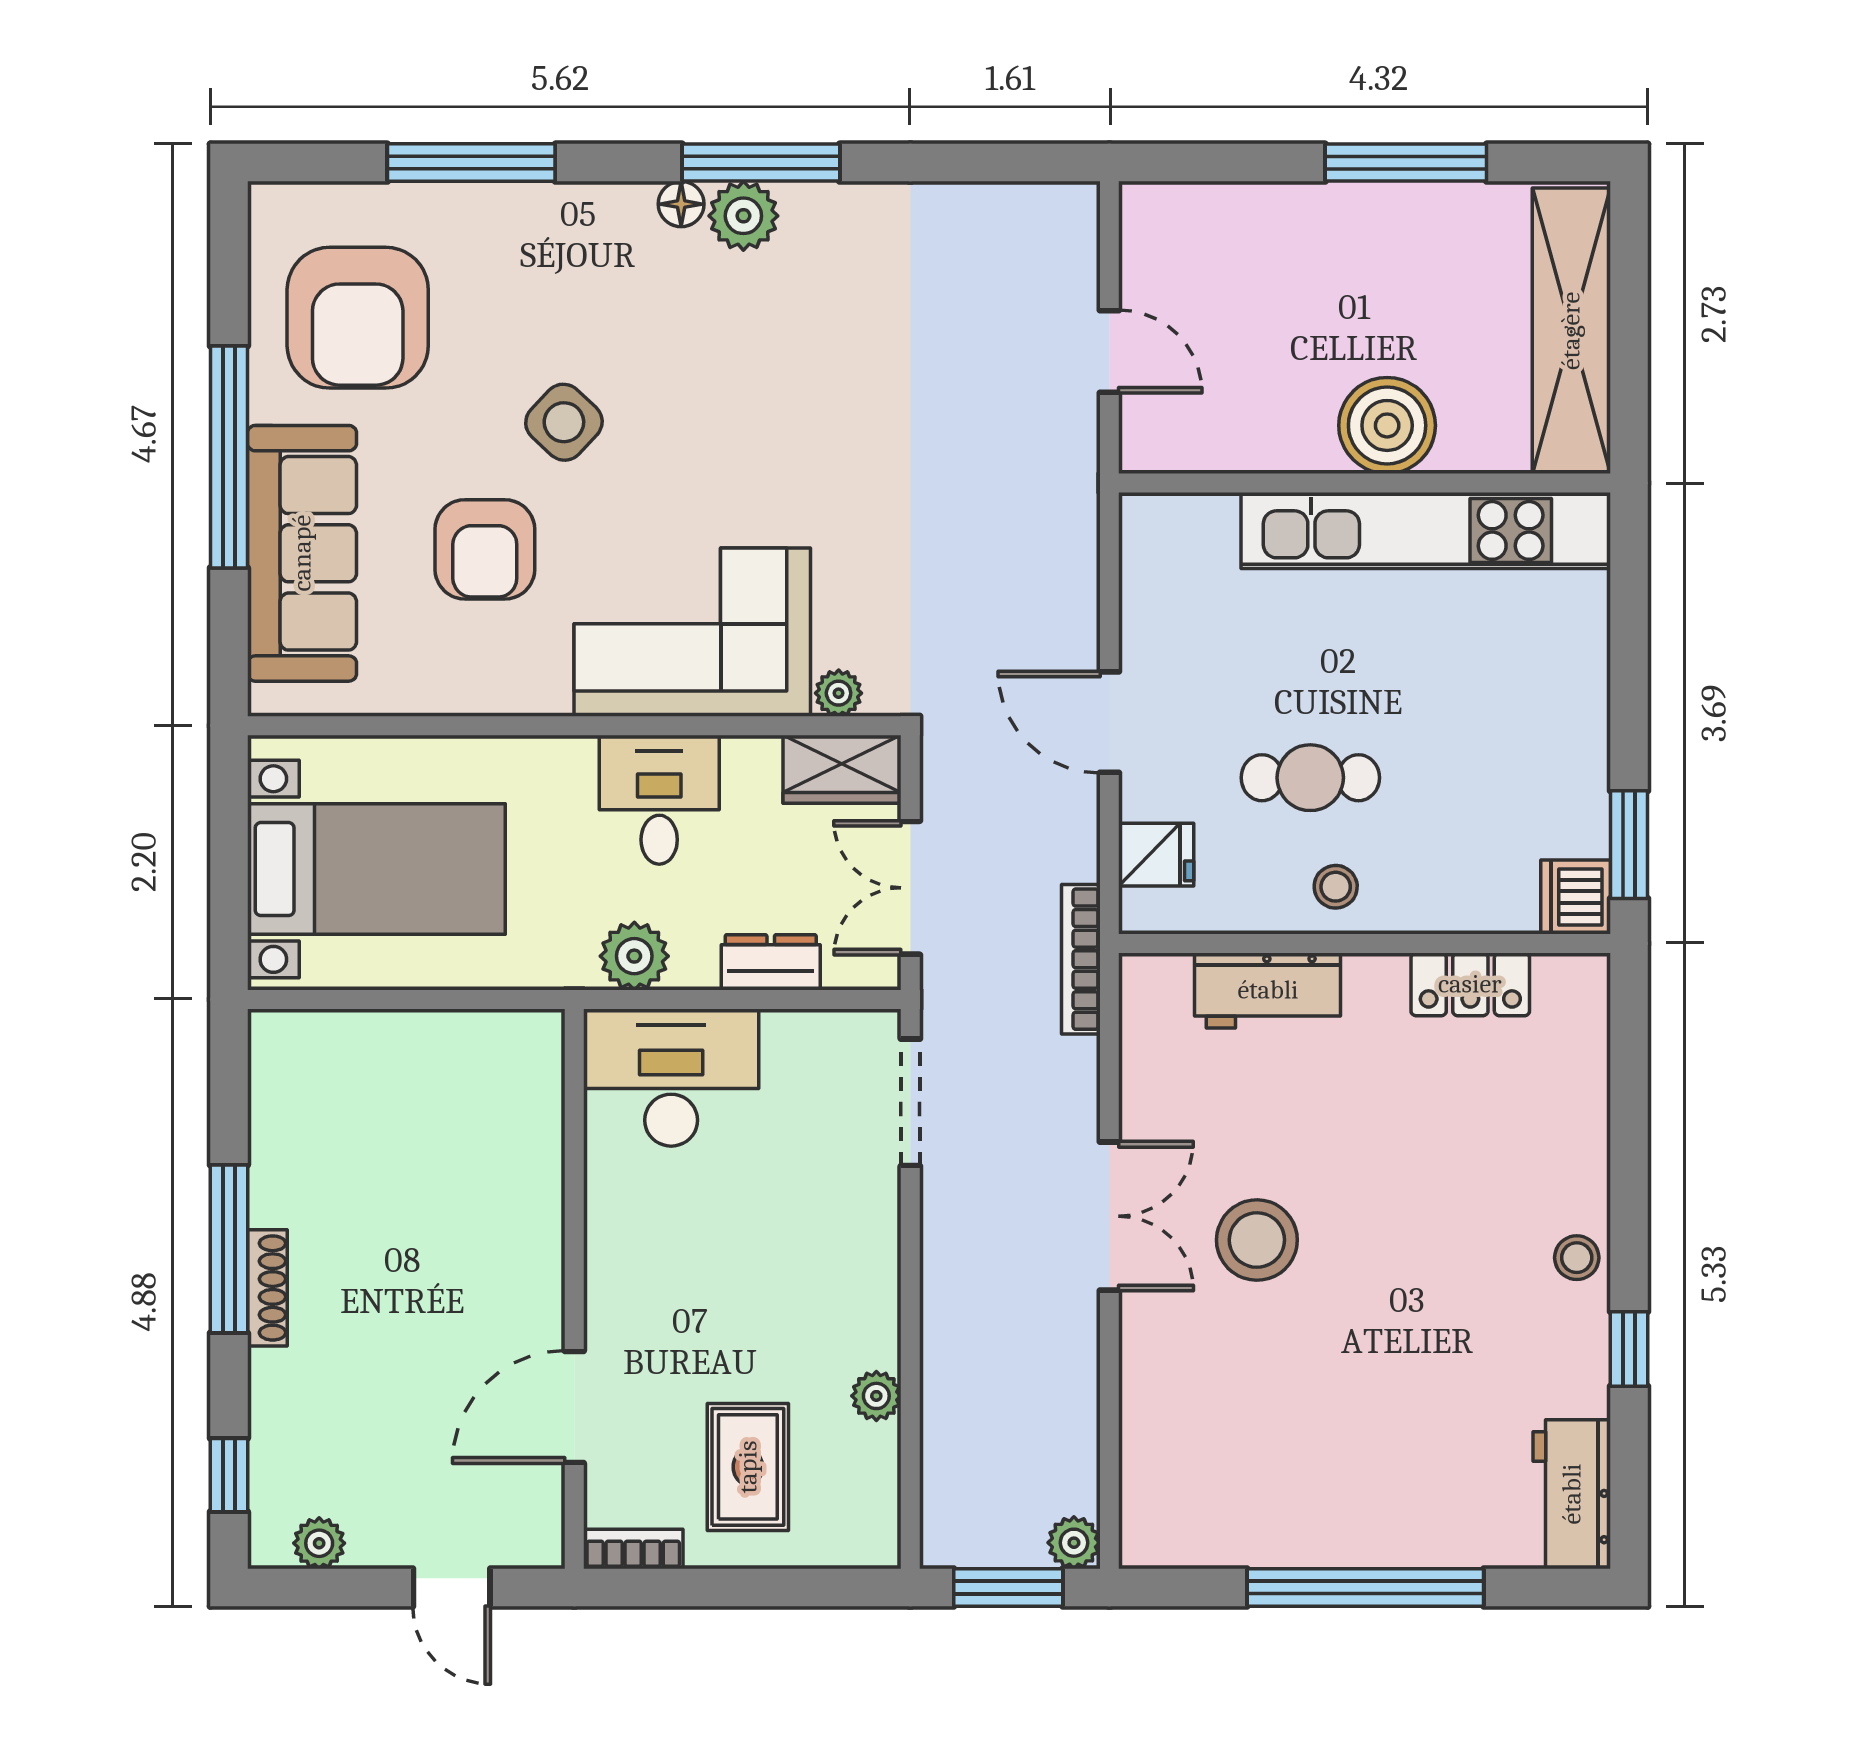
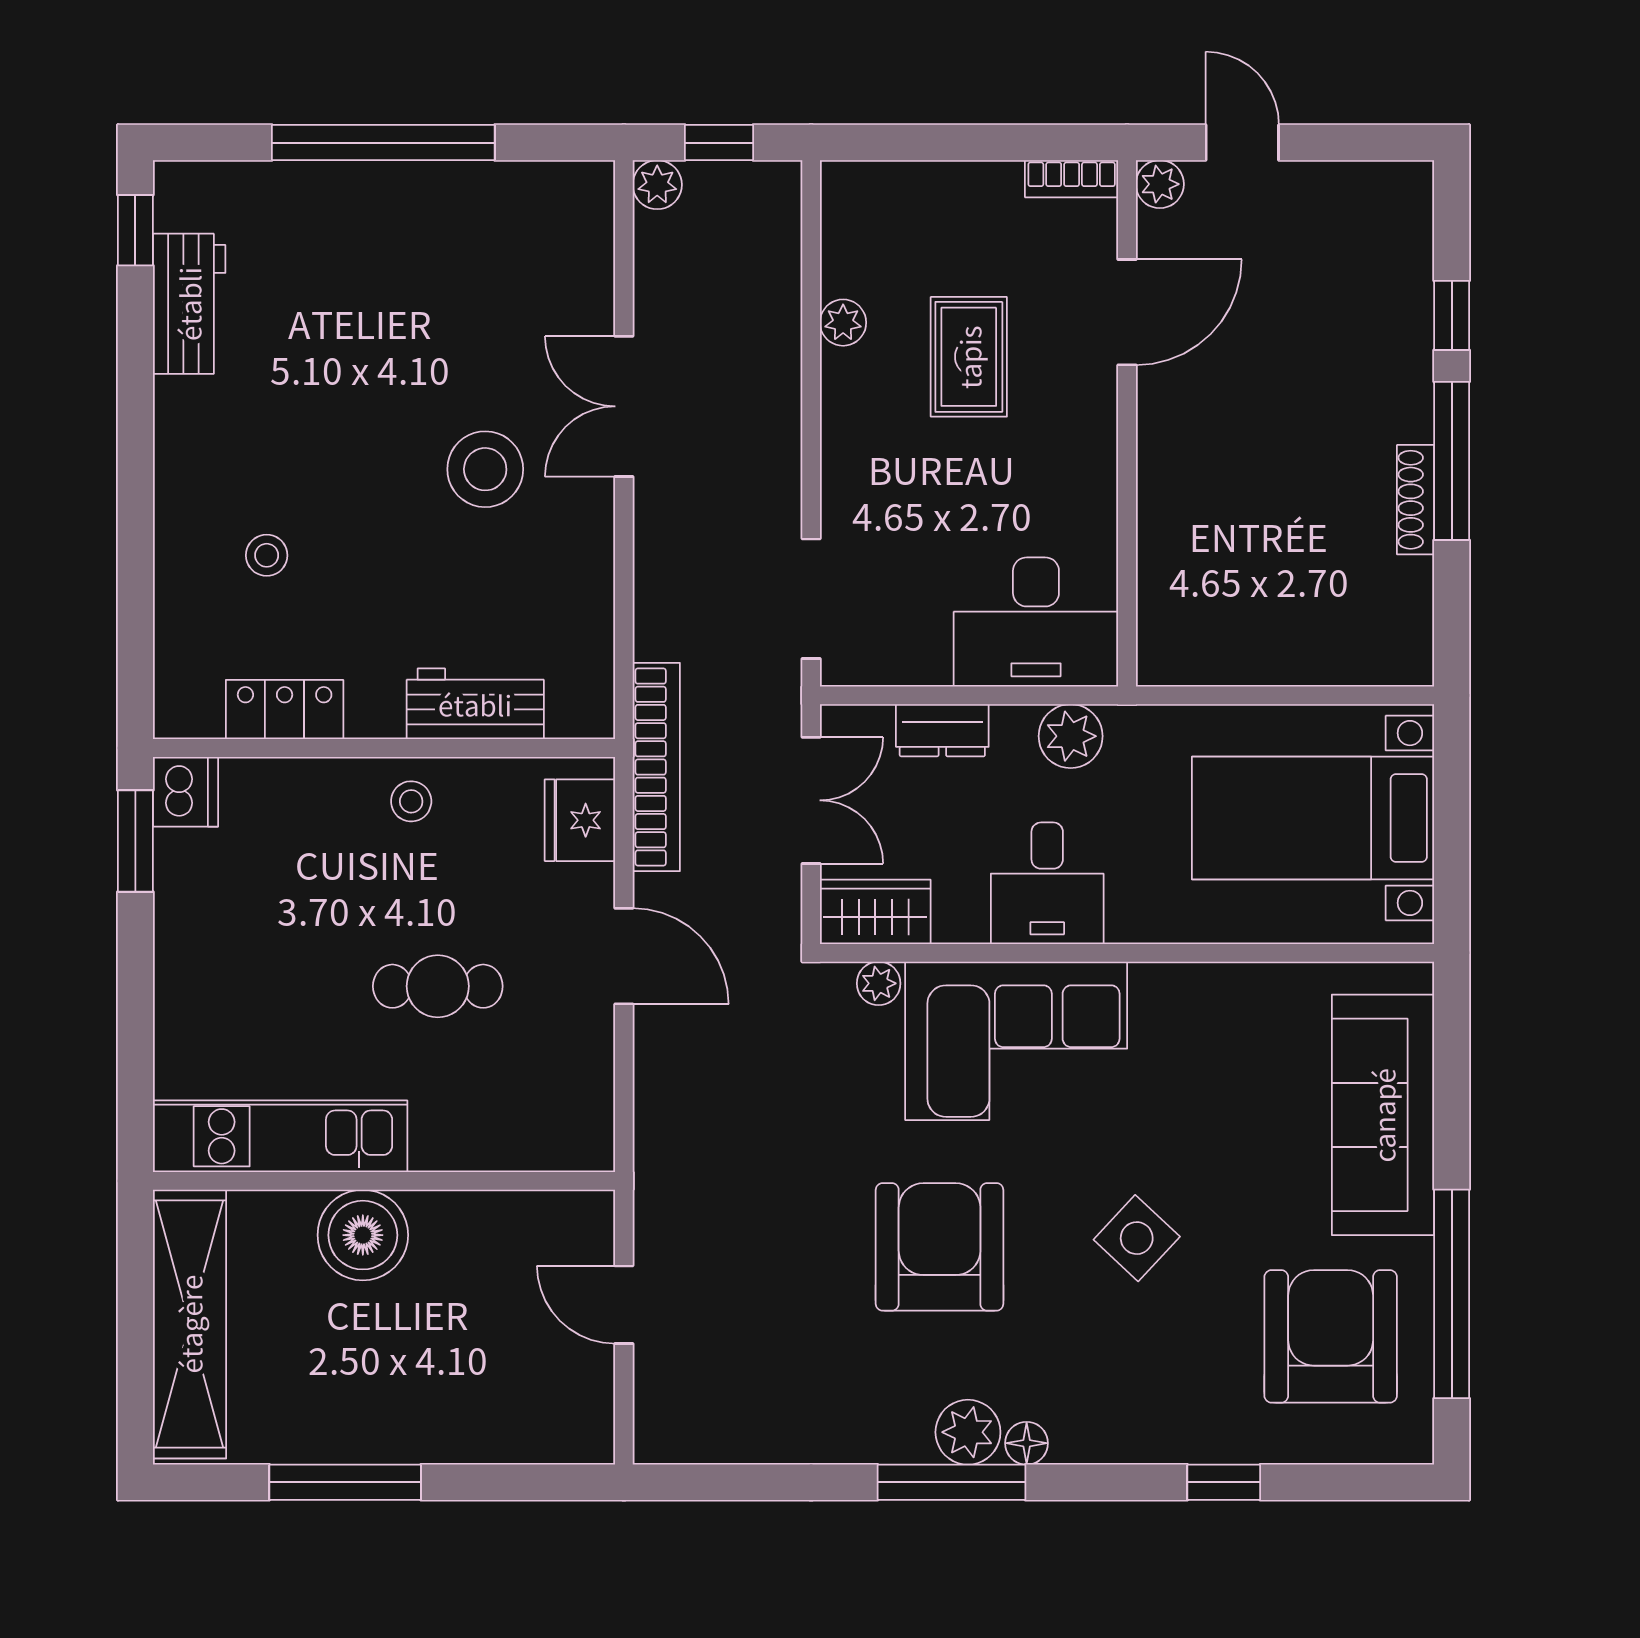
window: (471, 163) -> (1224, 1482), width x0.46
window: (229, 457) -> (1452, 1294), moved
kitchen unit: (1426, 530) -> (280, 1136), width x0.73
armchair: (485, 549) -> (940, 1247), moved, width x1.36, depth x1.36
cafe table: (1310, 778) -> (438, 986), moved
fridge: (1156, 855) -> (580, 820), width x1.38
bookcase: (1081, 959) -> (656, 767), width x1.48, depth x1.31
double door: (1109, 1216) -> (624, 406), moved
stool: (1577, 1258) -> (267, 555), moved
shoe rack: (267, 1288) -> (1416, 500), moved
window: (1629, 1349) -> (135, 230), moved
rug: (748, 1467) -> (969, 357), moved
window: (229, 1475) -> (1452, 315), moved
workbench: (1572, 1494) -> (189, 304), moved
plant: (319, 1543) -> (1160, 184), moved
window: (1008, 1587) -> (719, 143), width x0.67

